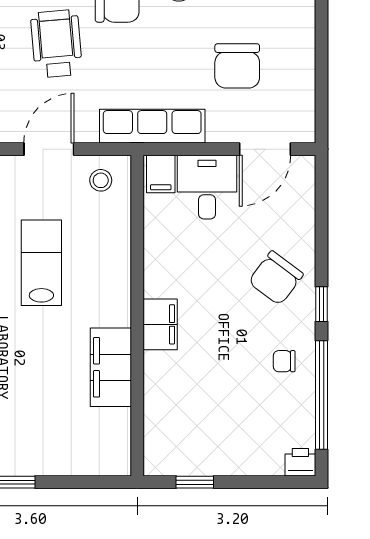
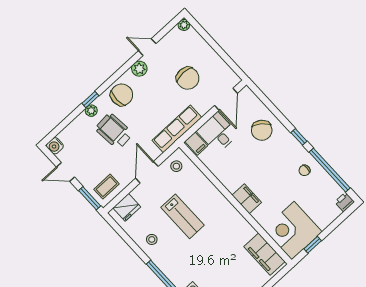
lab bench: (41, 263) -> (182, 216), turned 180
chair: (276, 278) -> (262, 130), moved
filing cabinet: (111, 367) -> (264, 254), moved
corner desk: (185, 434) -> (293, 231), added

